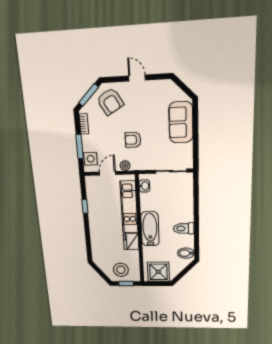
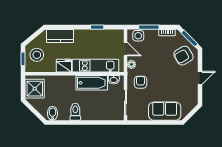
armchair: (133, 140) -> (140, 82), moved
bathtub: (150, 229) -> (92, 83), moved
kitchen counter: (98, 246) -> (60, 36), added

